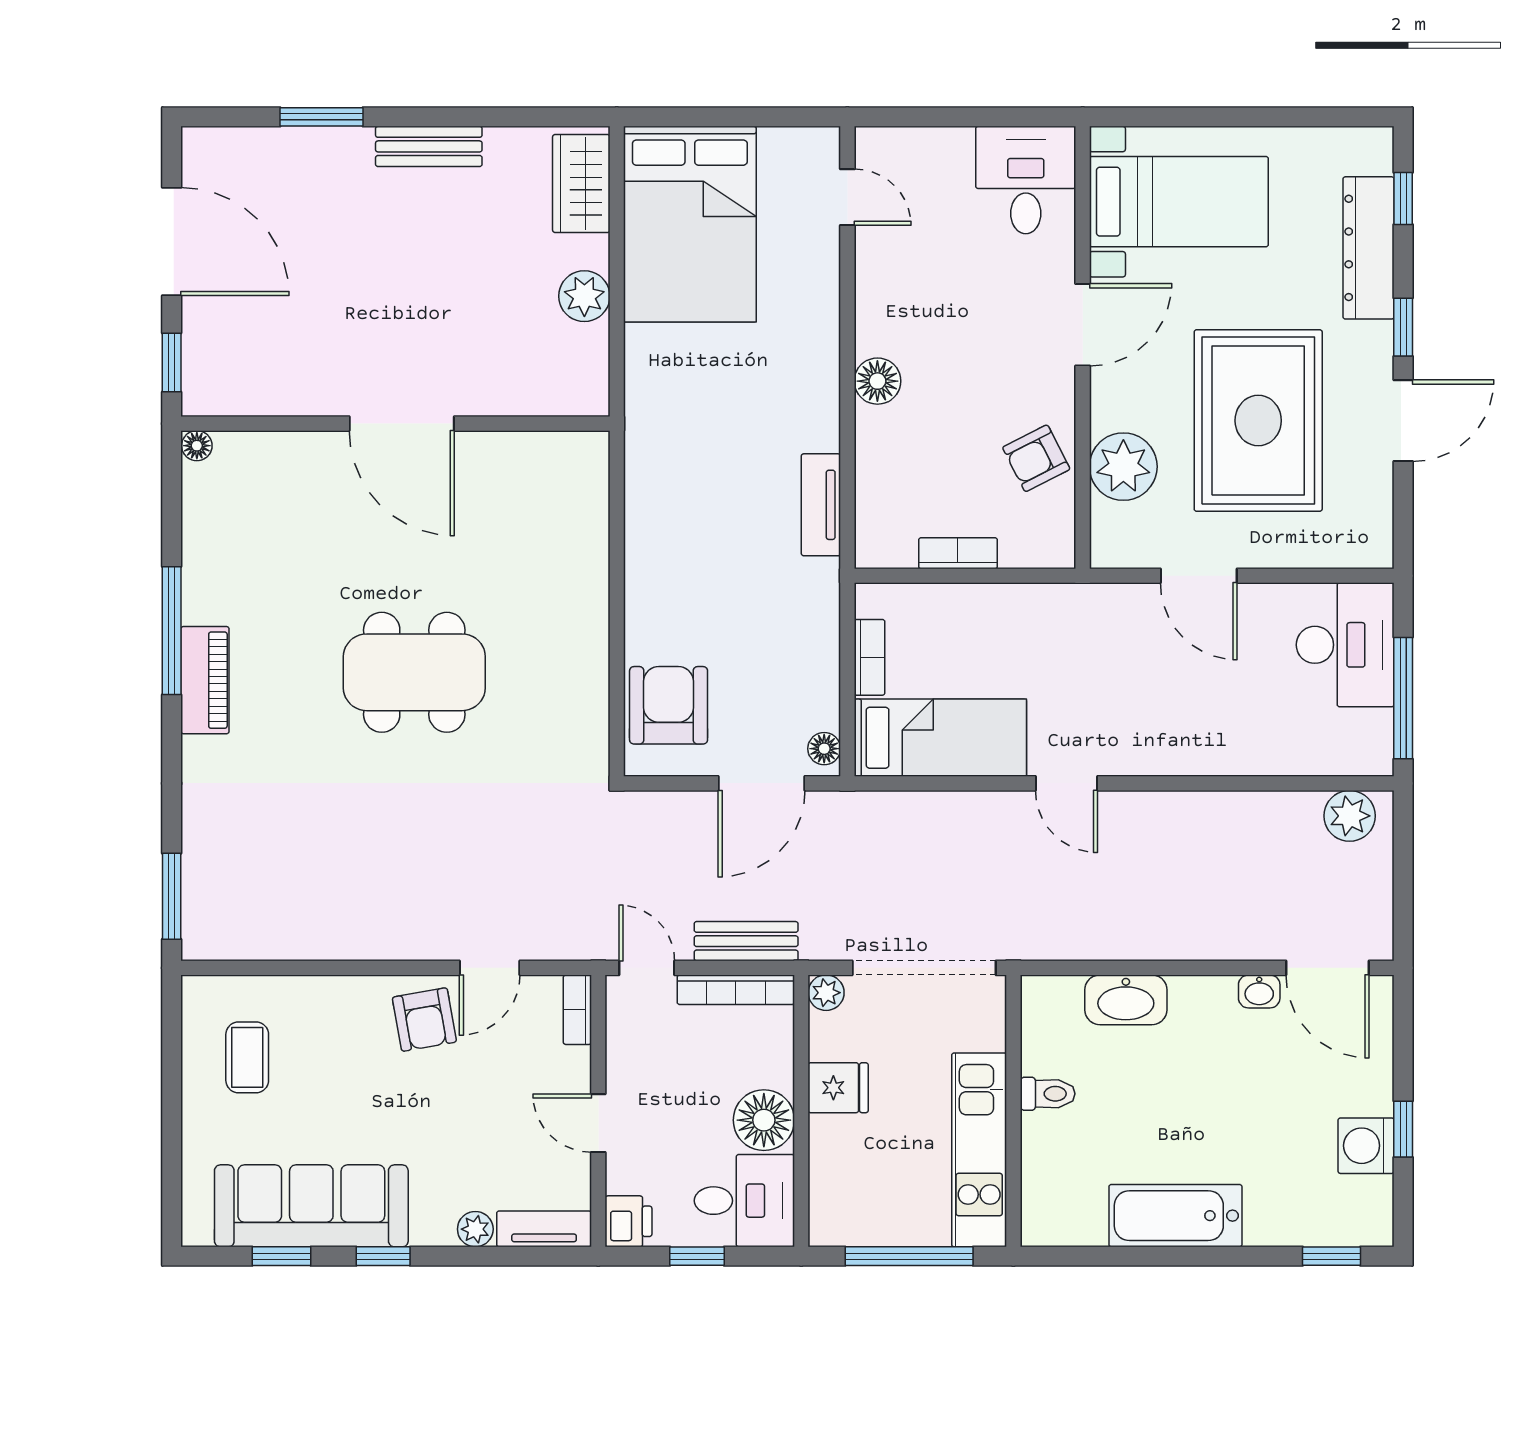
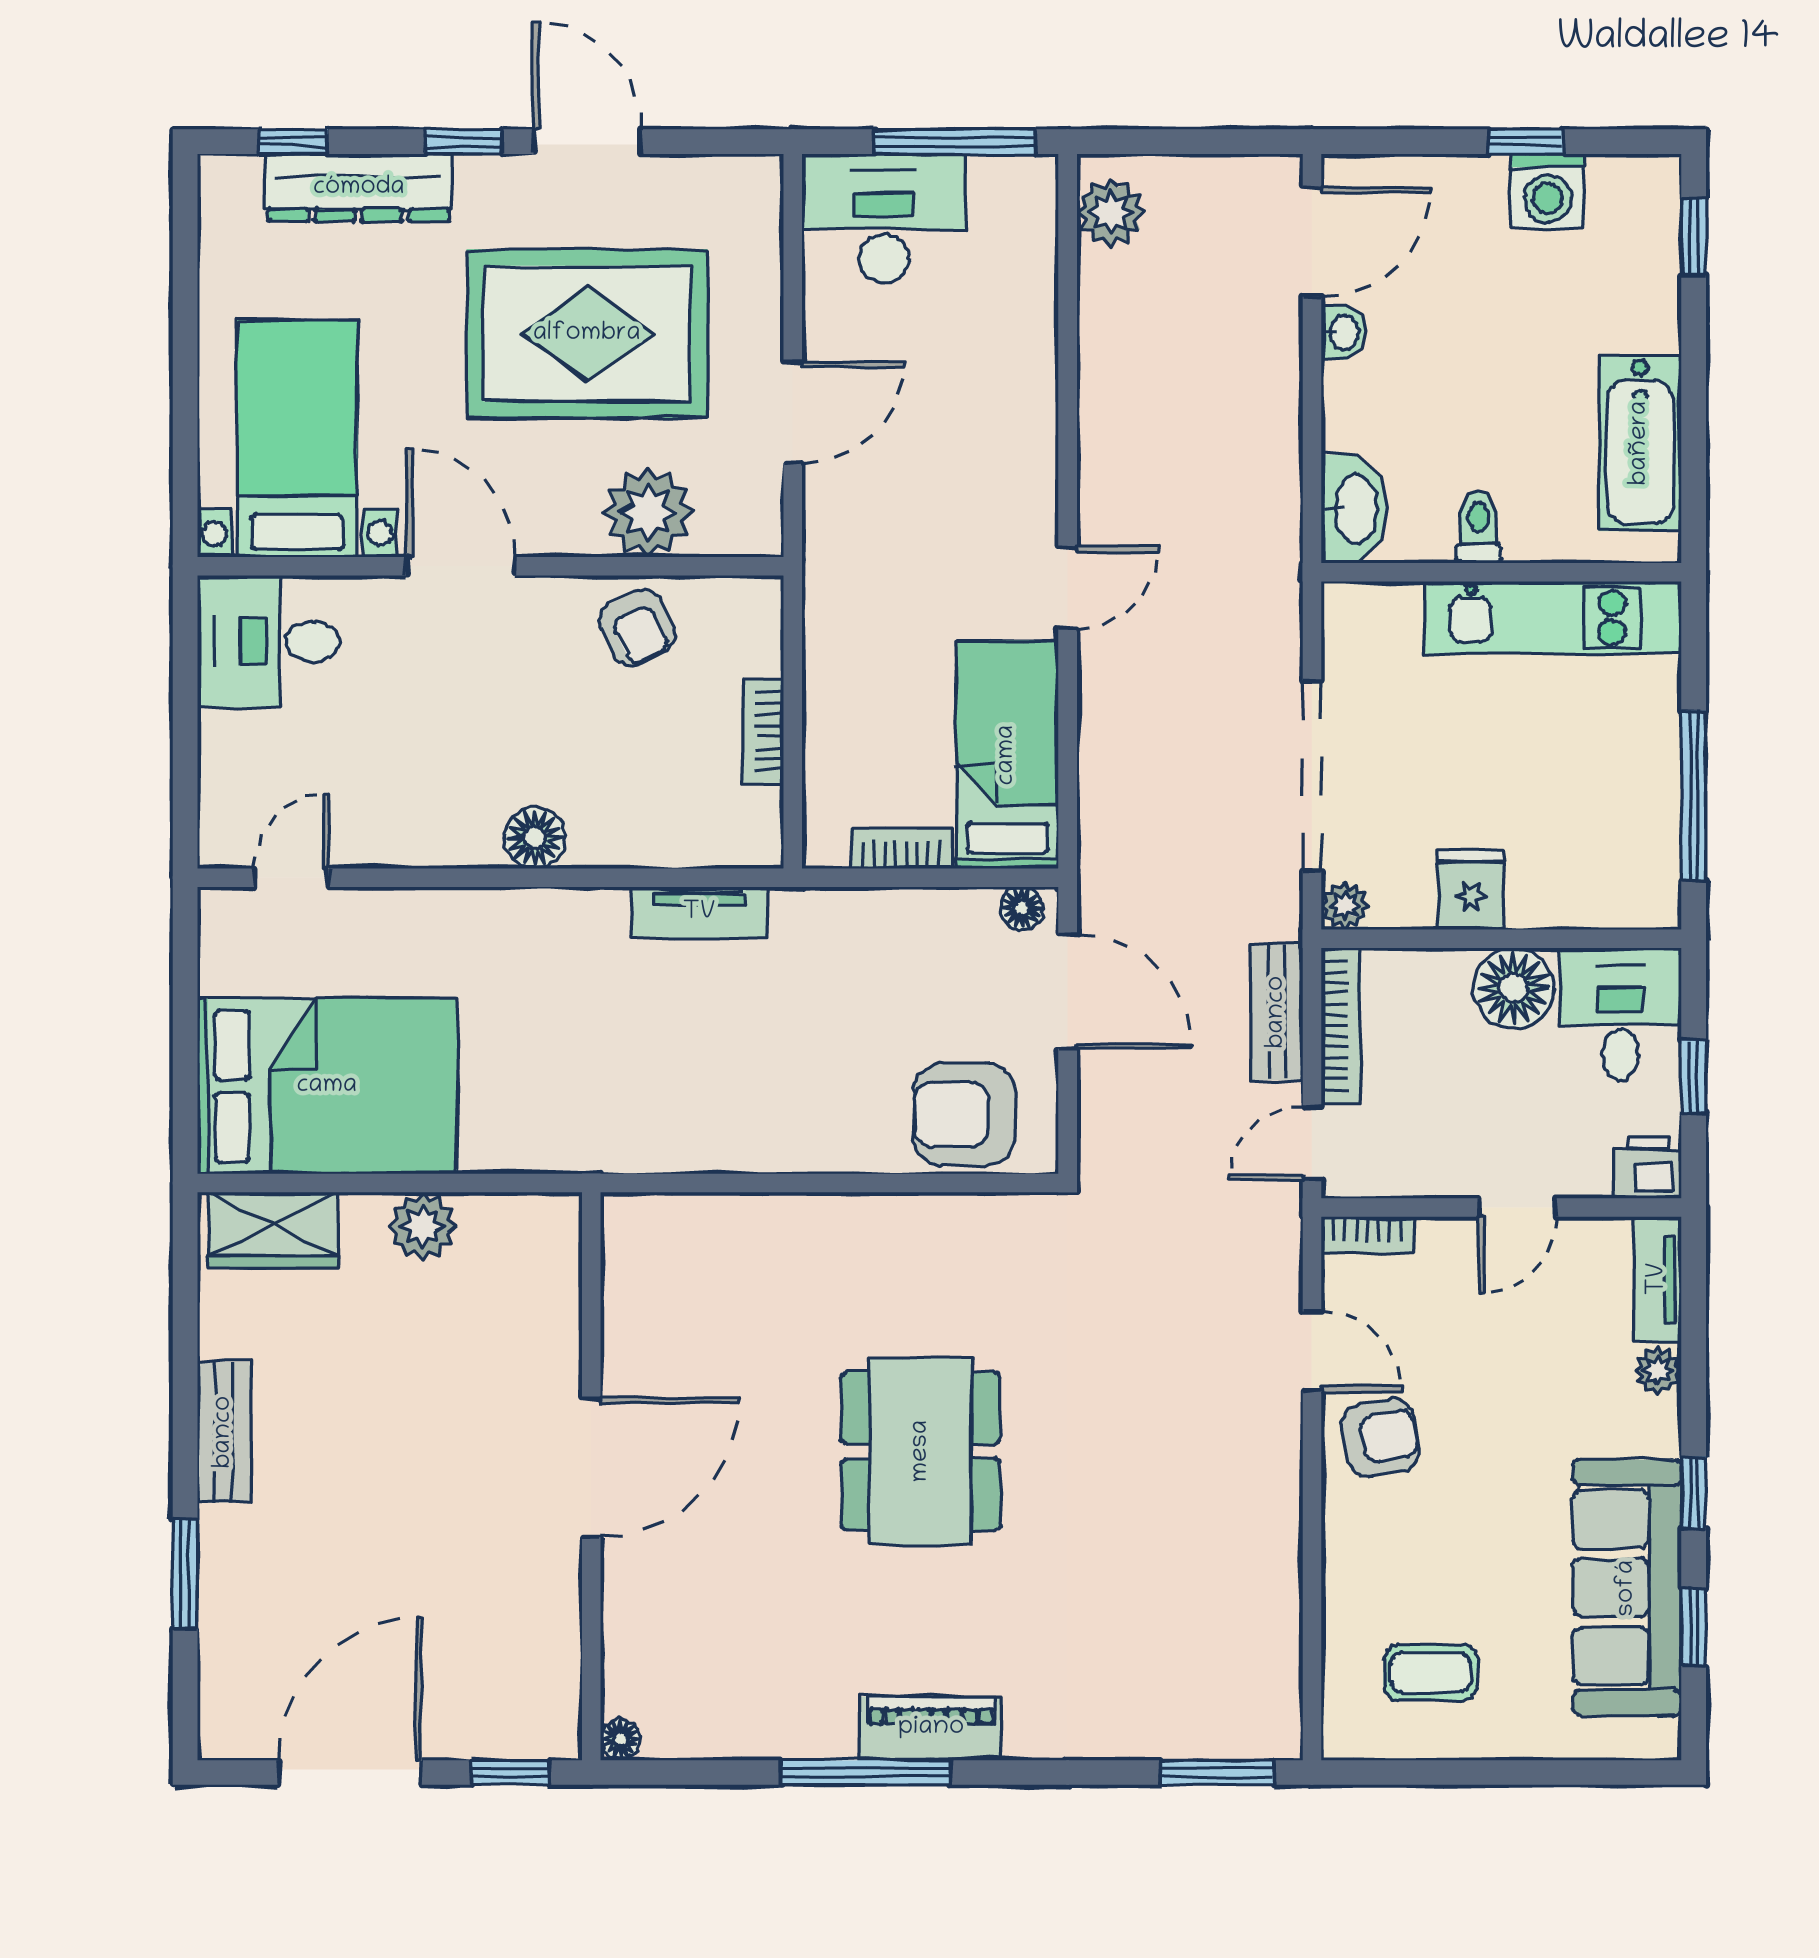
toilet: (1048, 1094) -> (1479, 527), moved
wall: (1013, 1111) -> (1501, 572), moved
kitchen unit: (979, 1150) -> (1553, 618), moved

